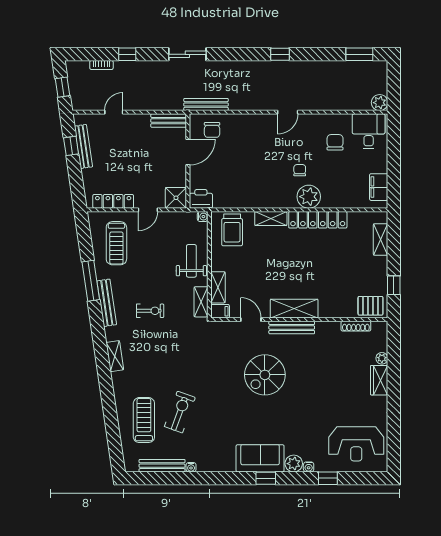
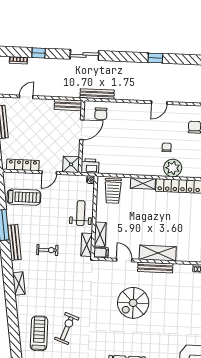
treadmill: (116, 243) -> (24, 197), turned -90

